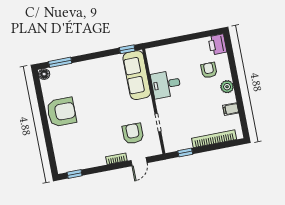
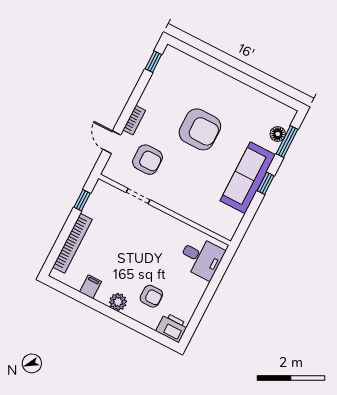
window: (127, 49) -> (266, 183), moved
floor lamp: (44, 74) -> (278, 134), moved
sofa: (137, 75) -> (248, 178), moved, turned -90
desk: (166, 84) -> (201, 258), moved, turned 90
armchair: (61, 112) -> (200, 129), moved, turned -90

